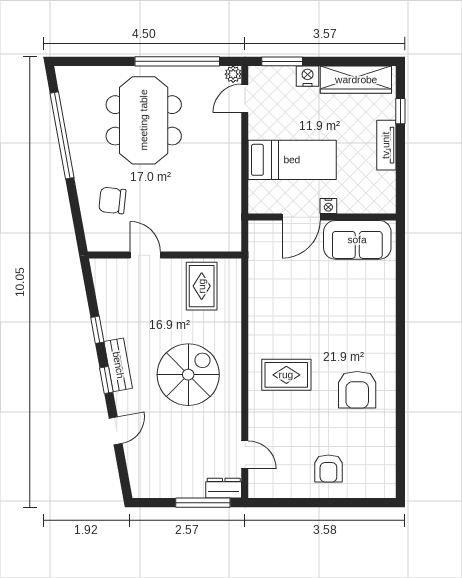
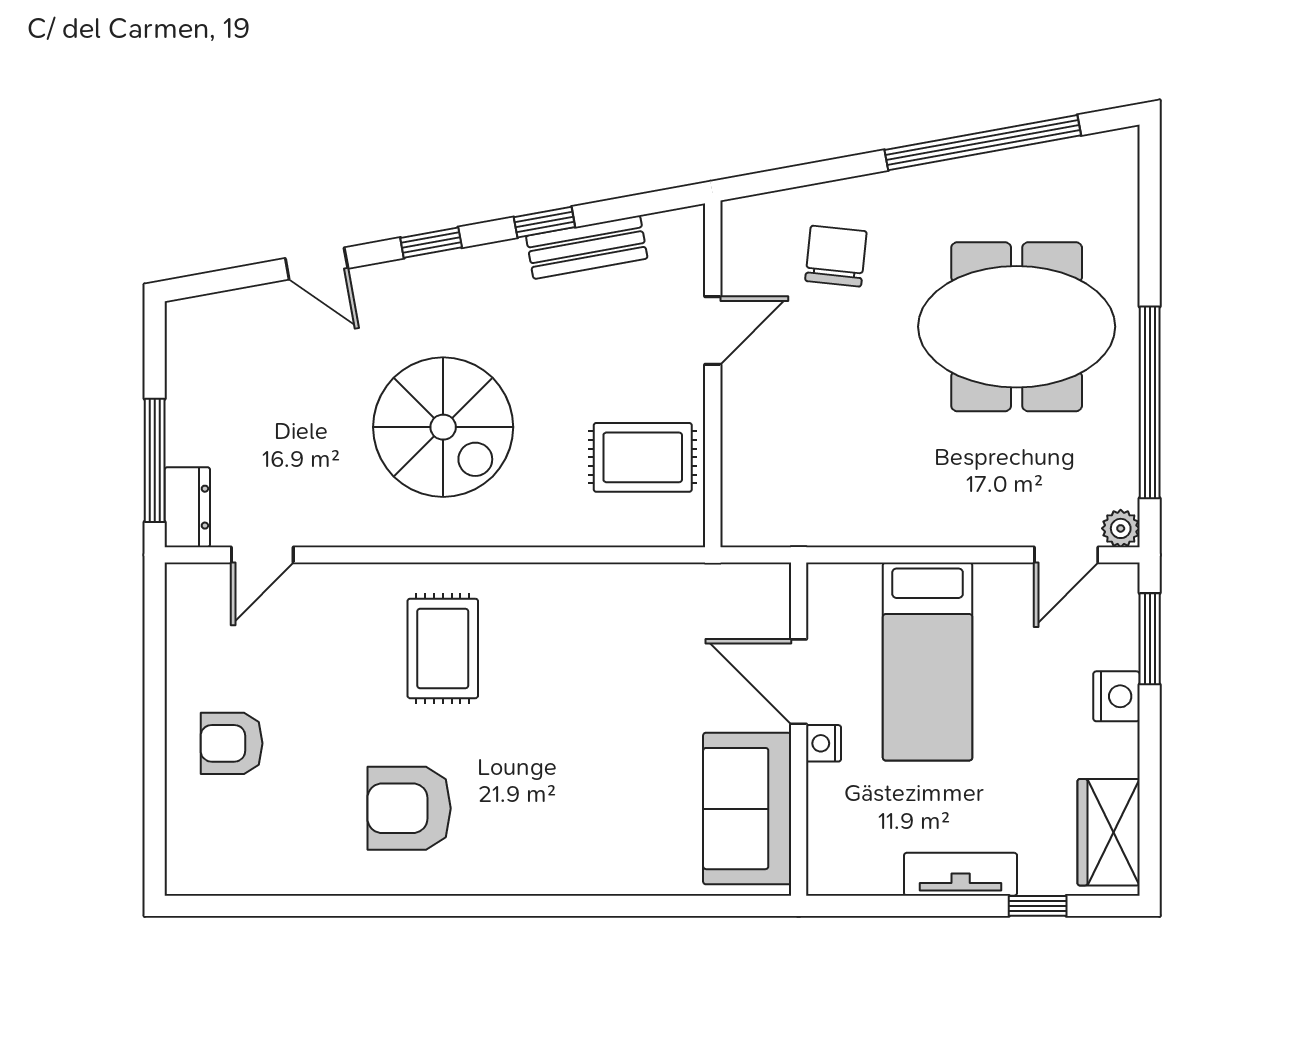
wardrobe: (356, 80) -> (1109, 832), width x0.67
door: (245, 98) -> (1066, 555), swing flipped
bench: (118, 365) -> (587, 247), moved

